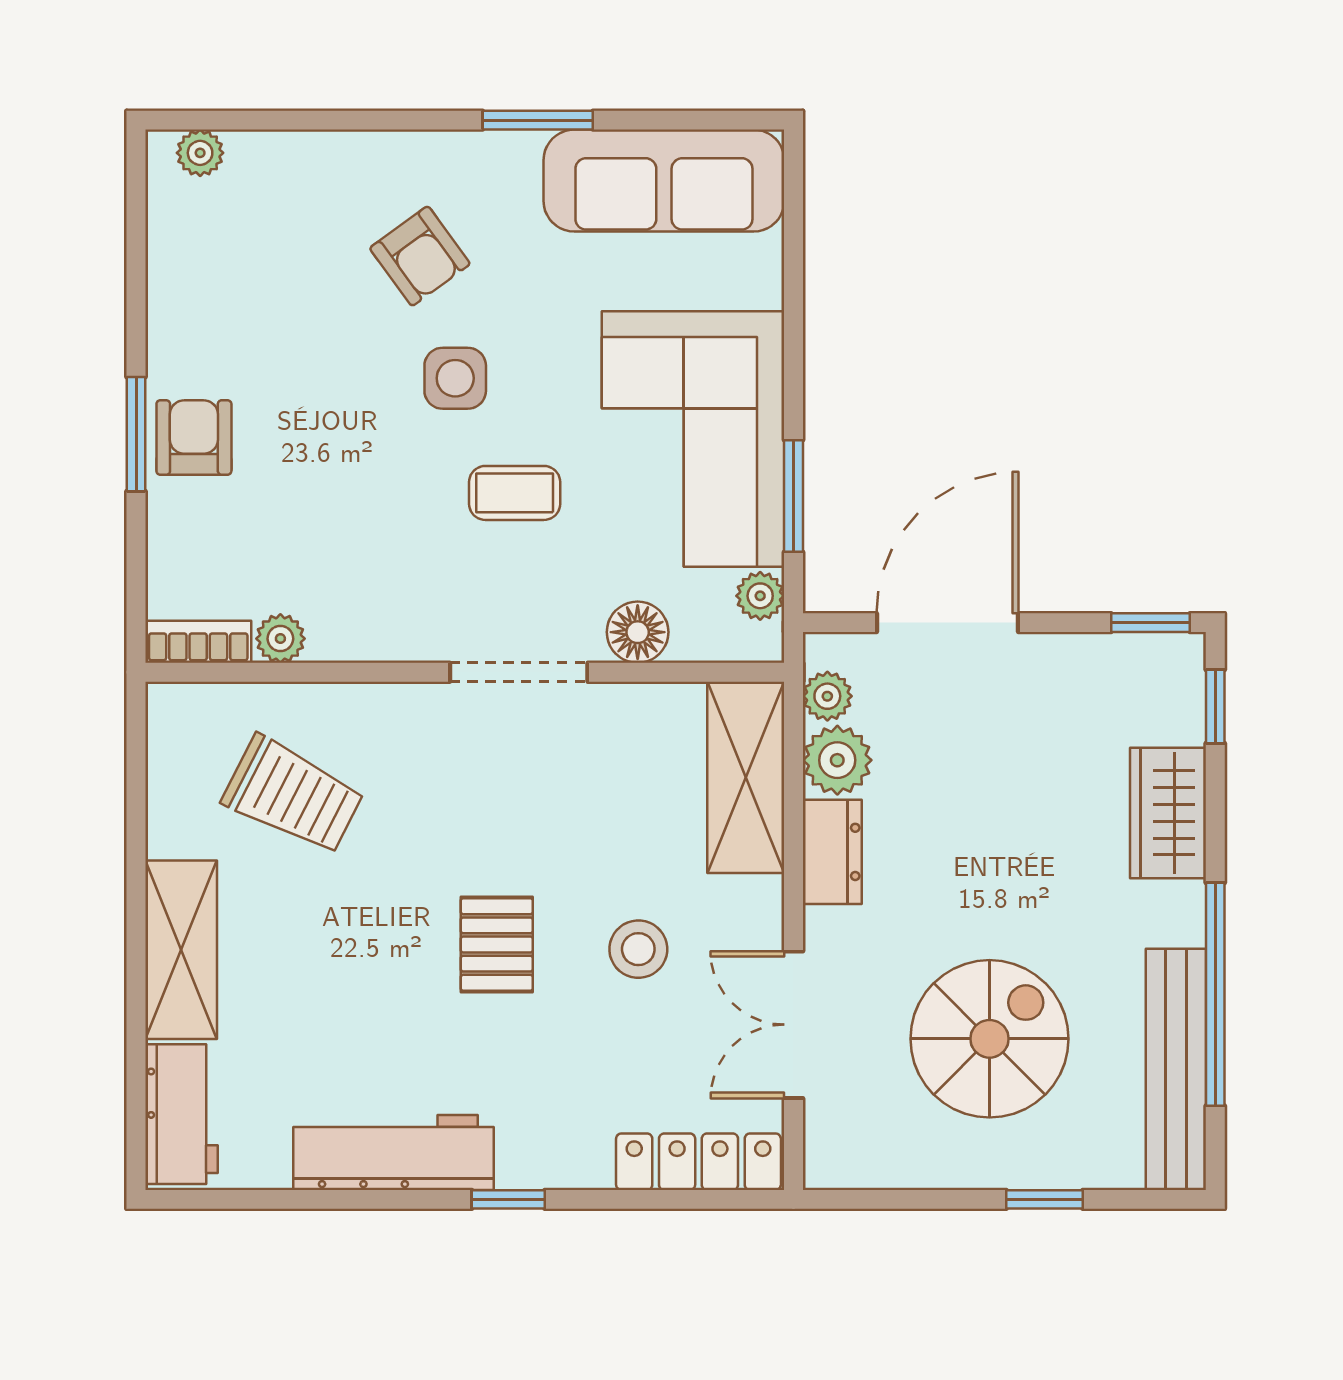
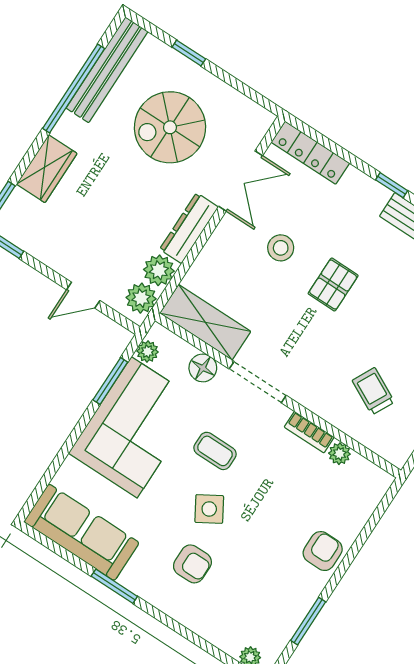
armchair: (420, 256) -> (192, 564), turned 126
side table: (455, 378) -> (209, 509), turned -31
window: (136, 434) -> (308, 621), moved
armchair: (194, 437) -> (323, 551), turned 180
door: (948, 623) -> (83, 295), width x0.53
bookcase: (198, 642) -> (309, 432), moved
plant: (827, 696) -> (141, 298), width x1.38, depth x1.38
shelving: (746, 777) -> (205, 322), moved, turned 90
trolley: (293, 795) -> (373, 391), width x0.73, depth x0.72
dresser: (832, 852) -> (189, 228), width x1.44

